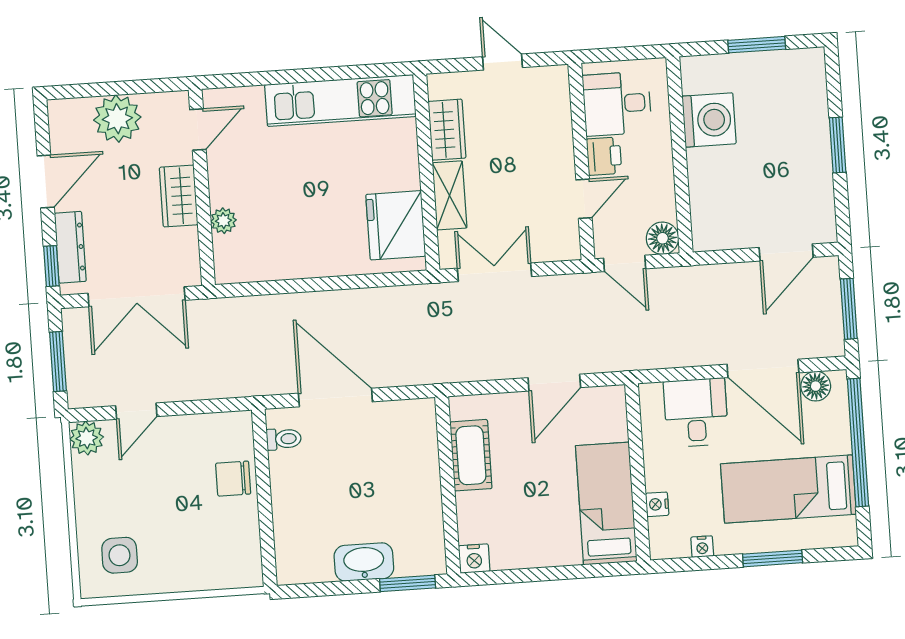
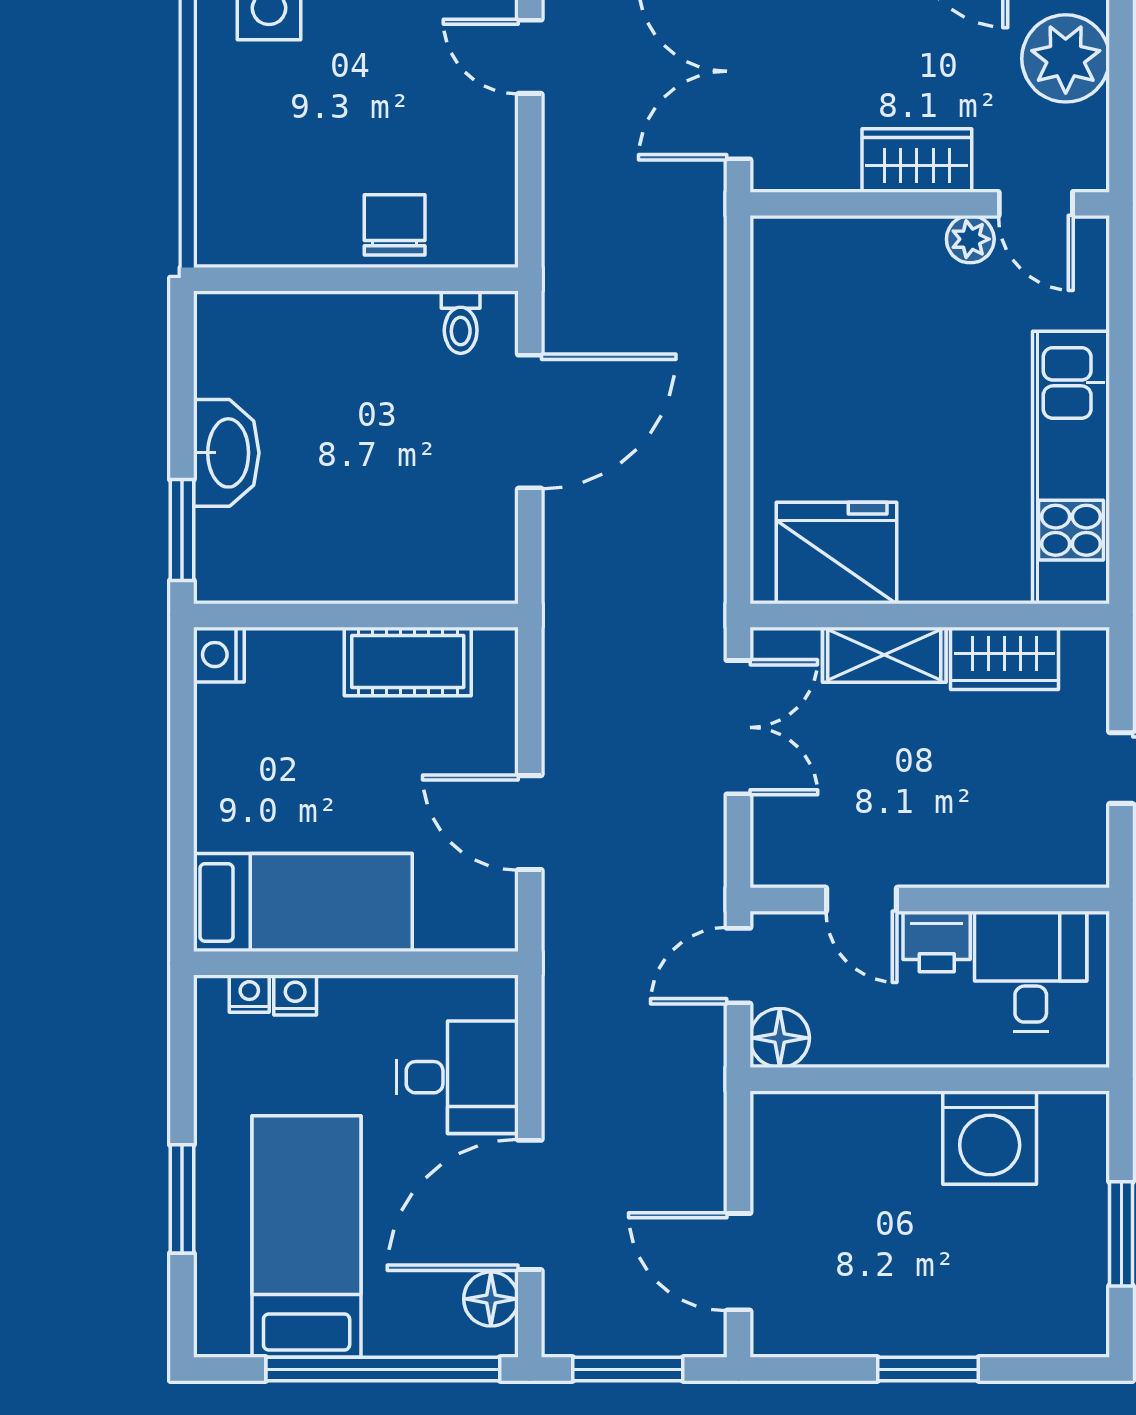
plant: (223, 221) -> (970, 239), moved
nightstand: (702, 547) -> (249, 994), moved, turned 90

